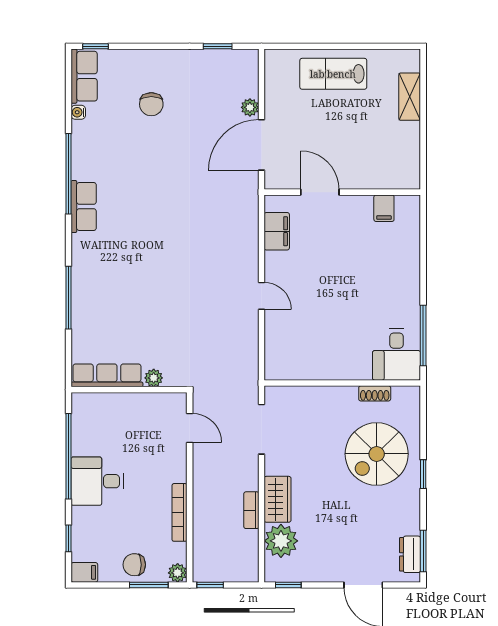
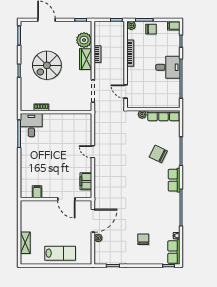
row of seats: (84, 206) -> (174, 180), moved
chair: (118, 291) -> (158, 154), added
spiral stairs: (377, 454) -> (47, 65), moved, turned 180
dresser: (410, 554) -> (25, 34), removed

